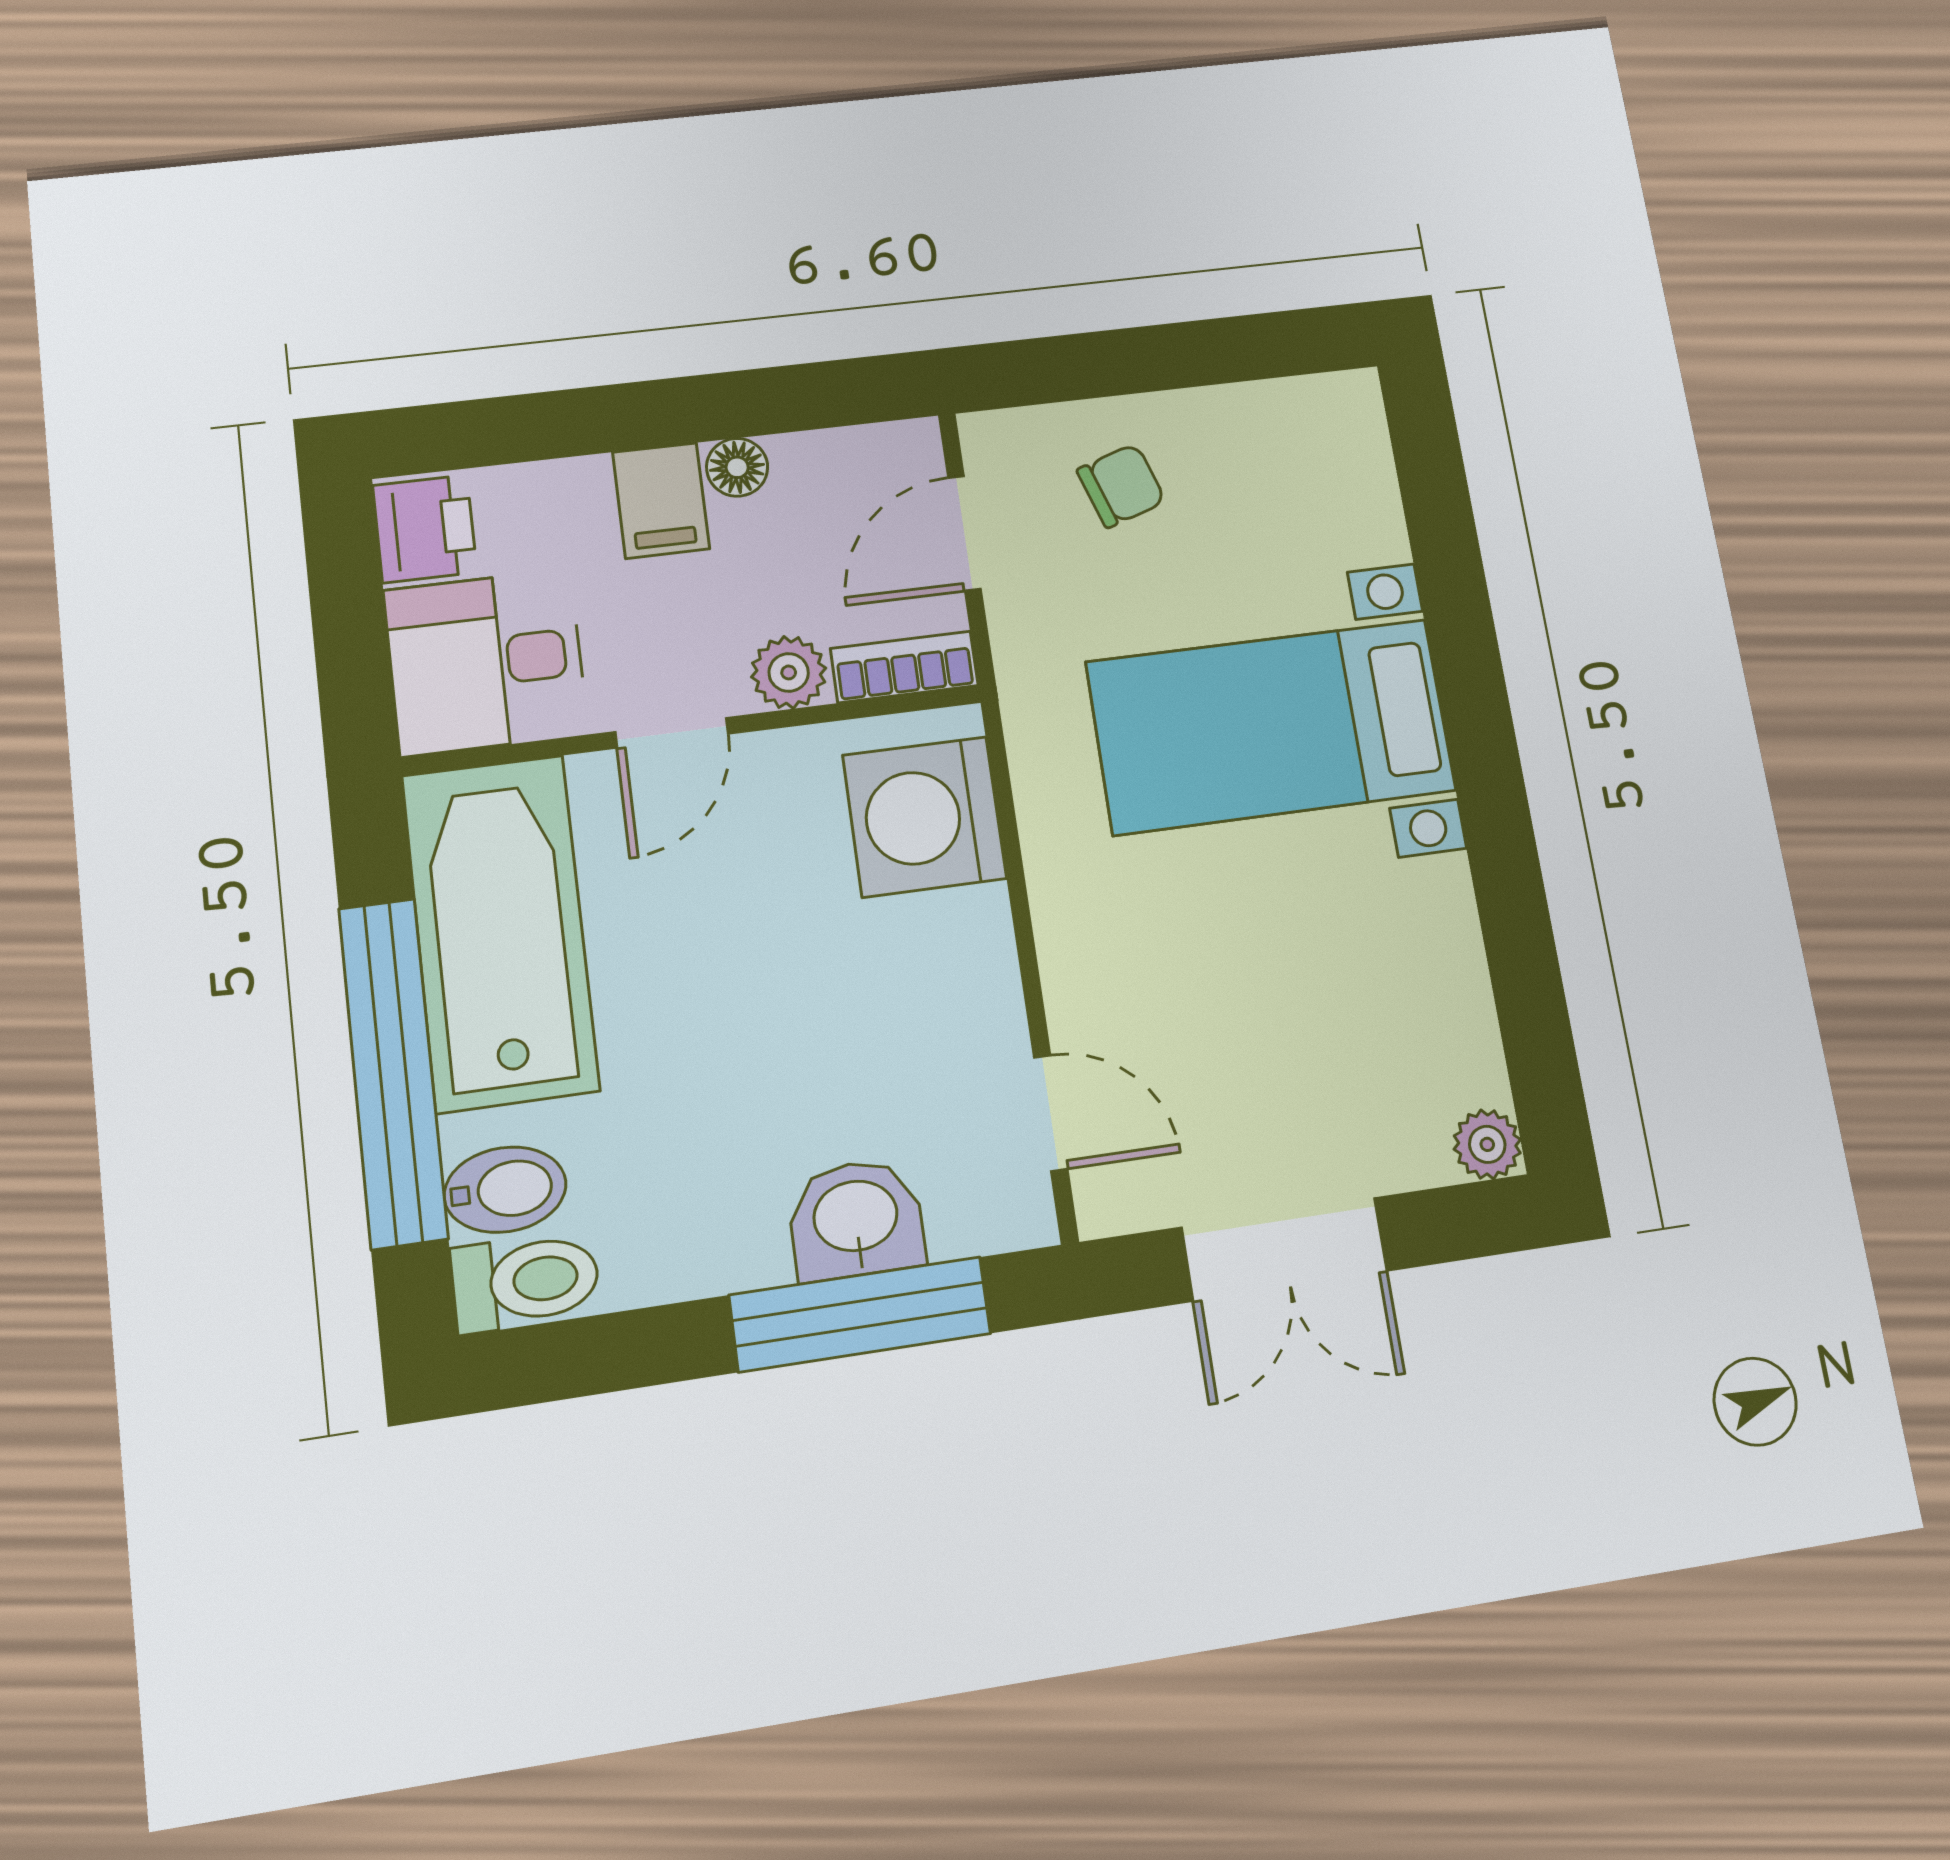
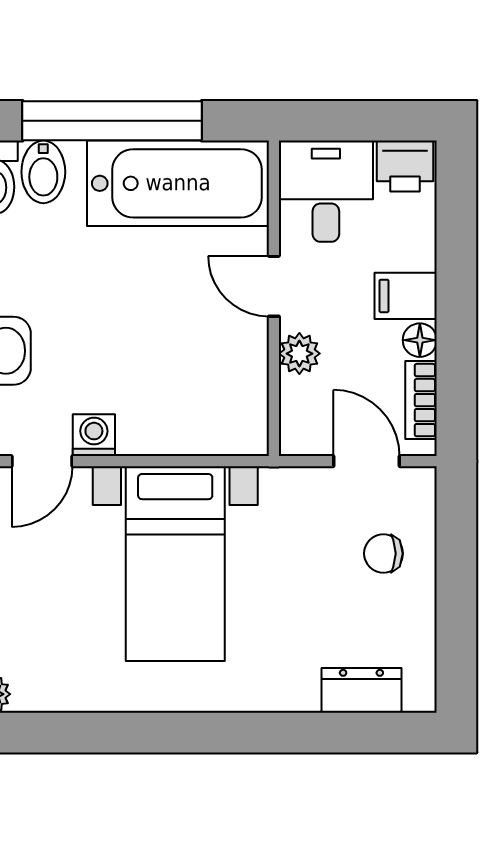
chair: (1121, 486) -> (383, 553), turned 108
dresser: (1362, 495) -> (361, 690), added
bookcase: (904, 667) -> (421, 400), moved, turned 180
bed with nightstands: (1271, 726) -> (175, 564), moved, turned 180
washing machine: (925, 817) -> (94, 435), moved, width x0.53, depth x0.53

